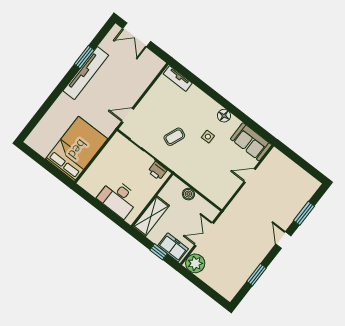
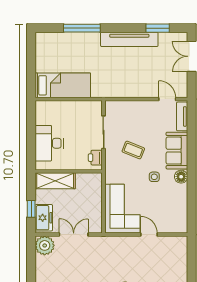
window: (84, 57) -> (158, 28), moved
window: (48, 103) -> (82, 28), added
door: (127, 115) -> (167, 99), moved
sofa: (251, 142) -> (177, 151), moved
bed: (77, 149) -> (63, 85), width x0.67
corner sofa: (213, 181) -> (122, 209), added
boiler: (188, 194) -> (96, 197), removed

